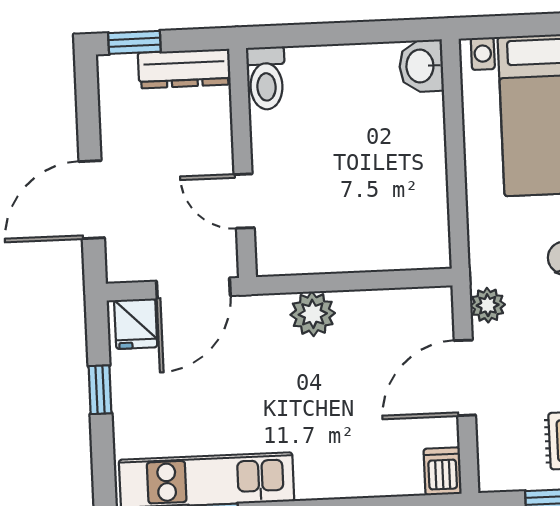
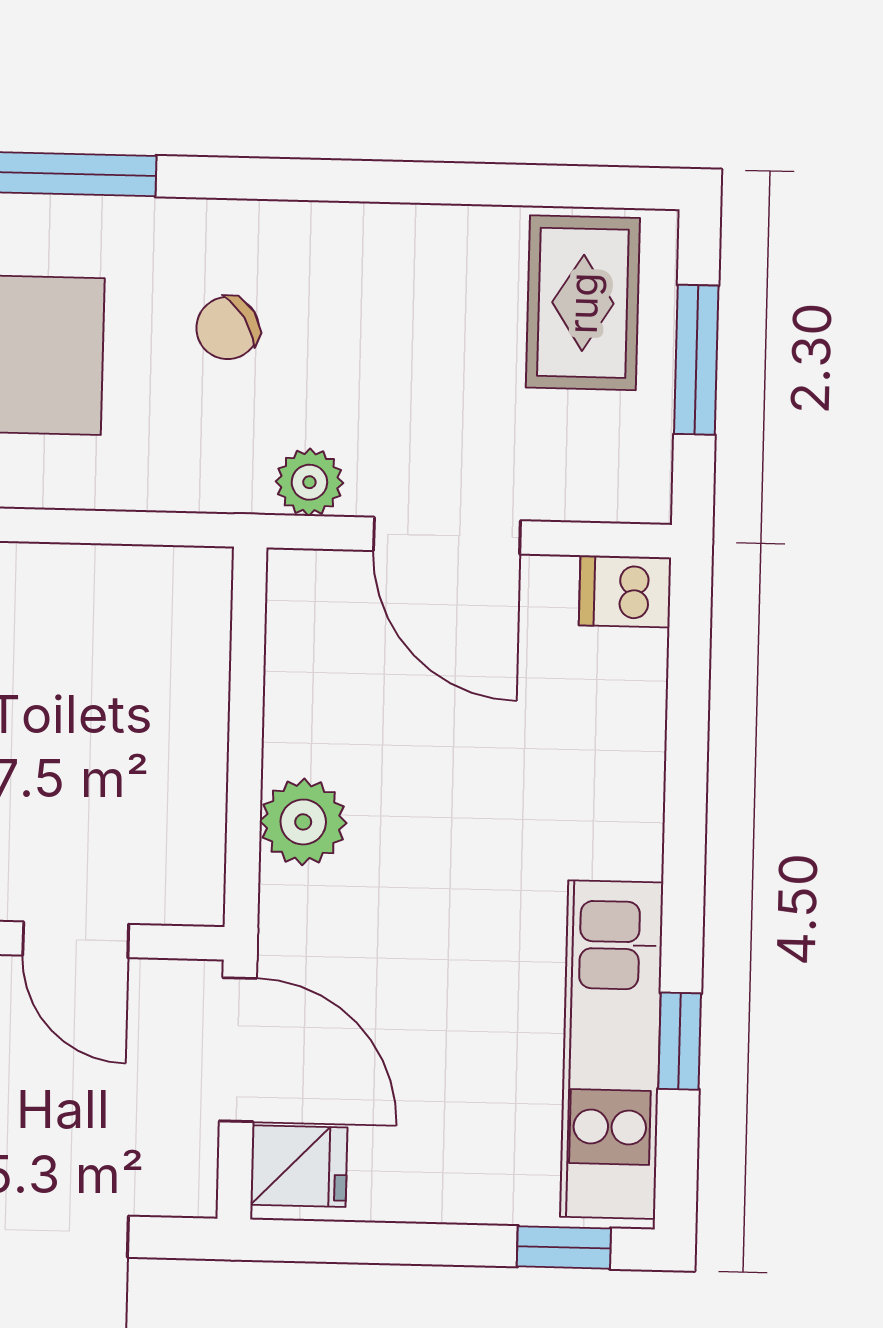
door: (244, 201) -> (76, 940), hinge flipped
window: (100, 390) -> (564, 1247), moved

